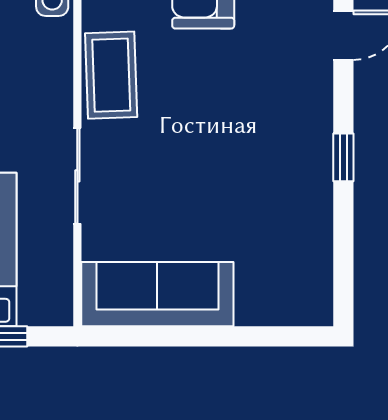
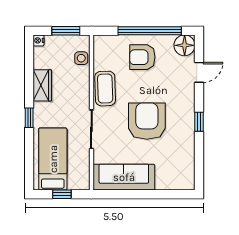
armchair: (215, 156) -> (147, 121), added

